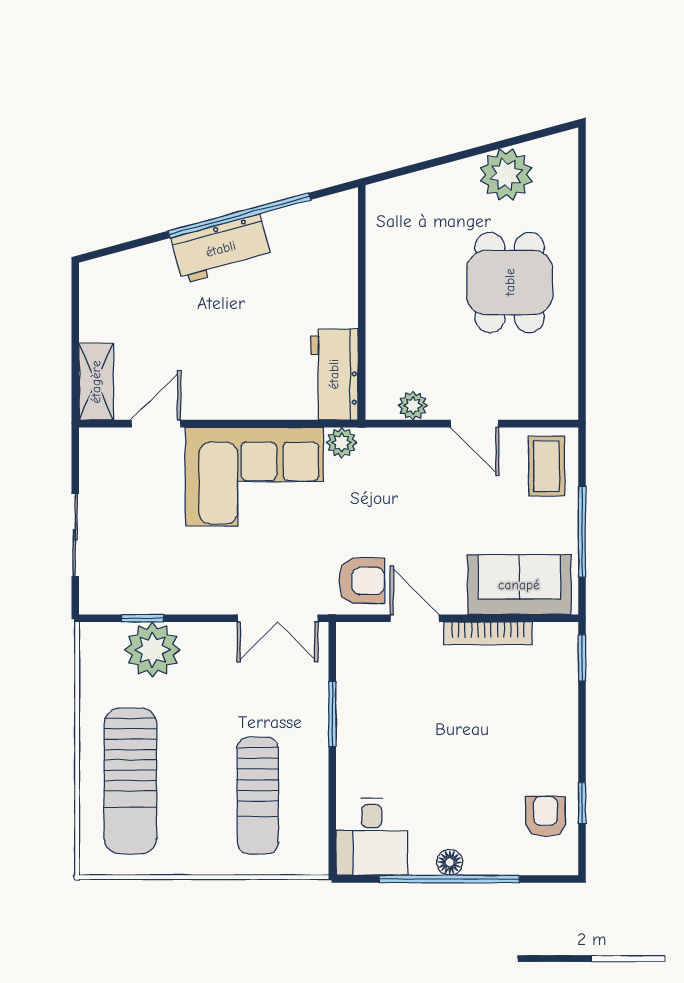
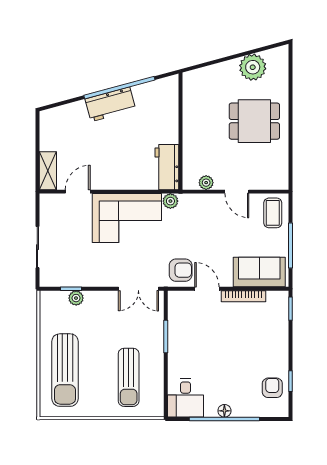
dining table: (510, 282) -> (254, 121), turned 90
plant: (152, 650) -> (76, 298), width x0.53, depth x0.53

